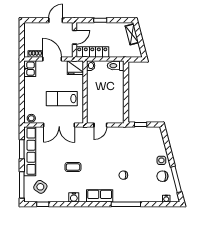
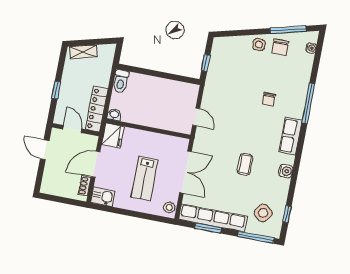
lab bench: (62, 99) -> (145, 178), moved

